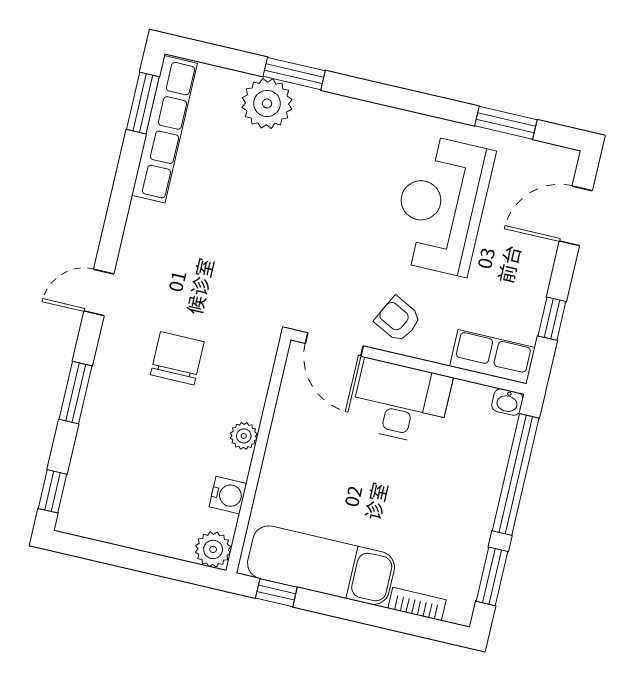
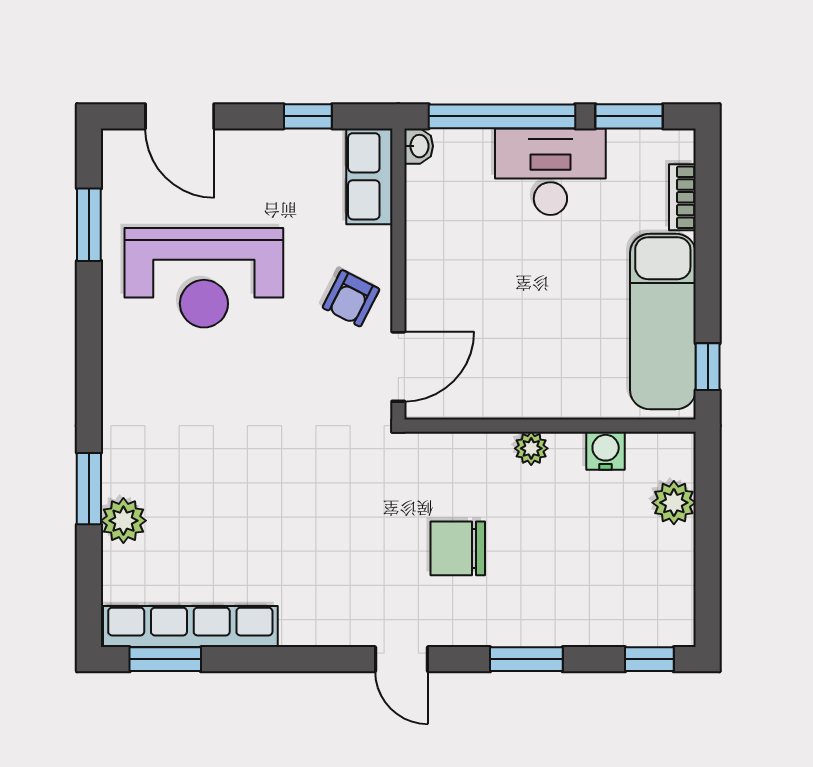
plant: (267, 103) -> (123, 521), width x0.73, depth x0.73
desk: (401, 402) -> (550, 172), moved, turned 90
plant: (213, 549) -> (674, 503), moved

